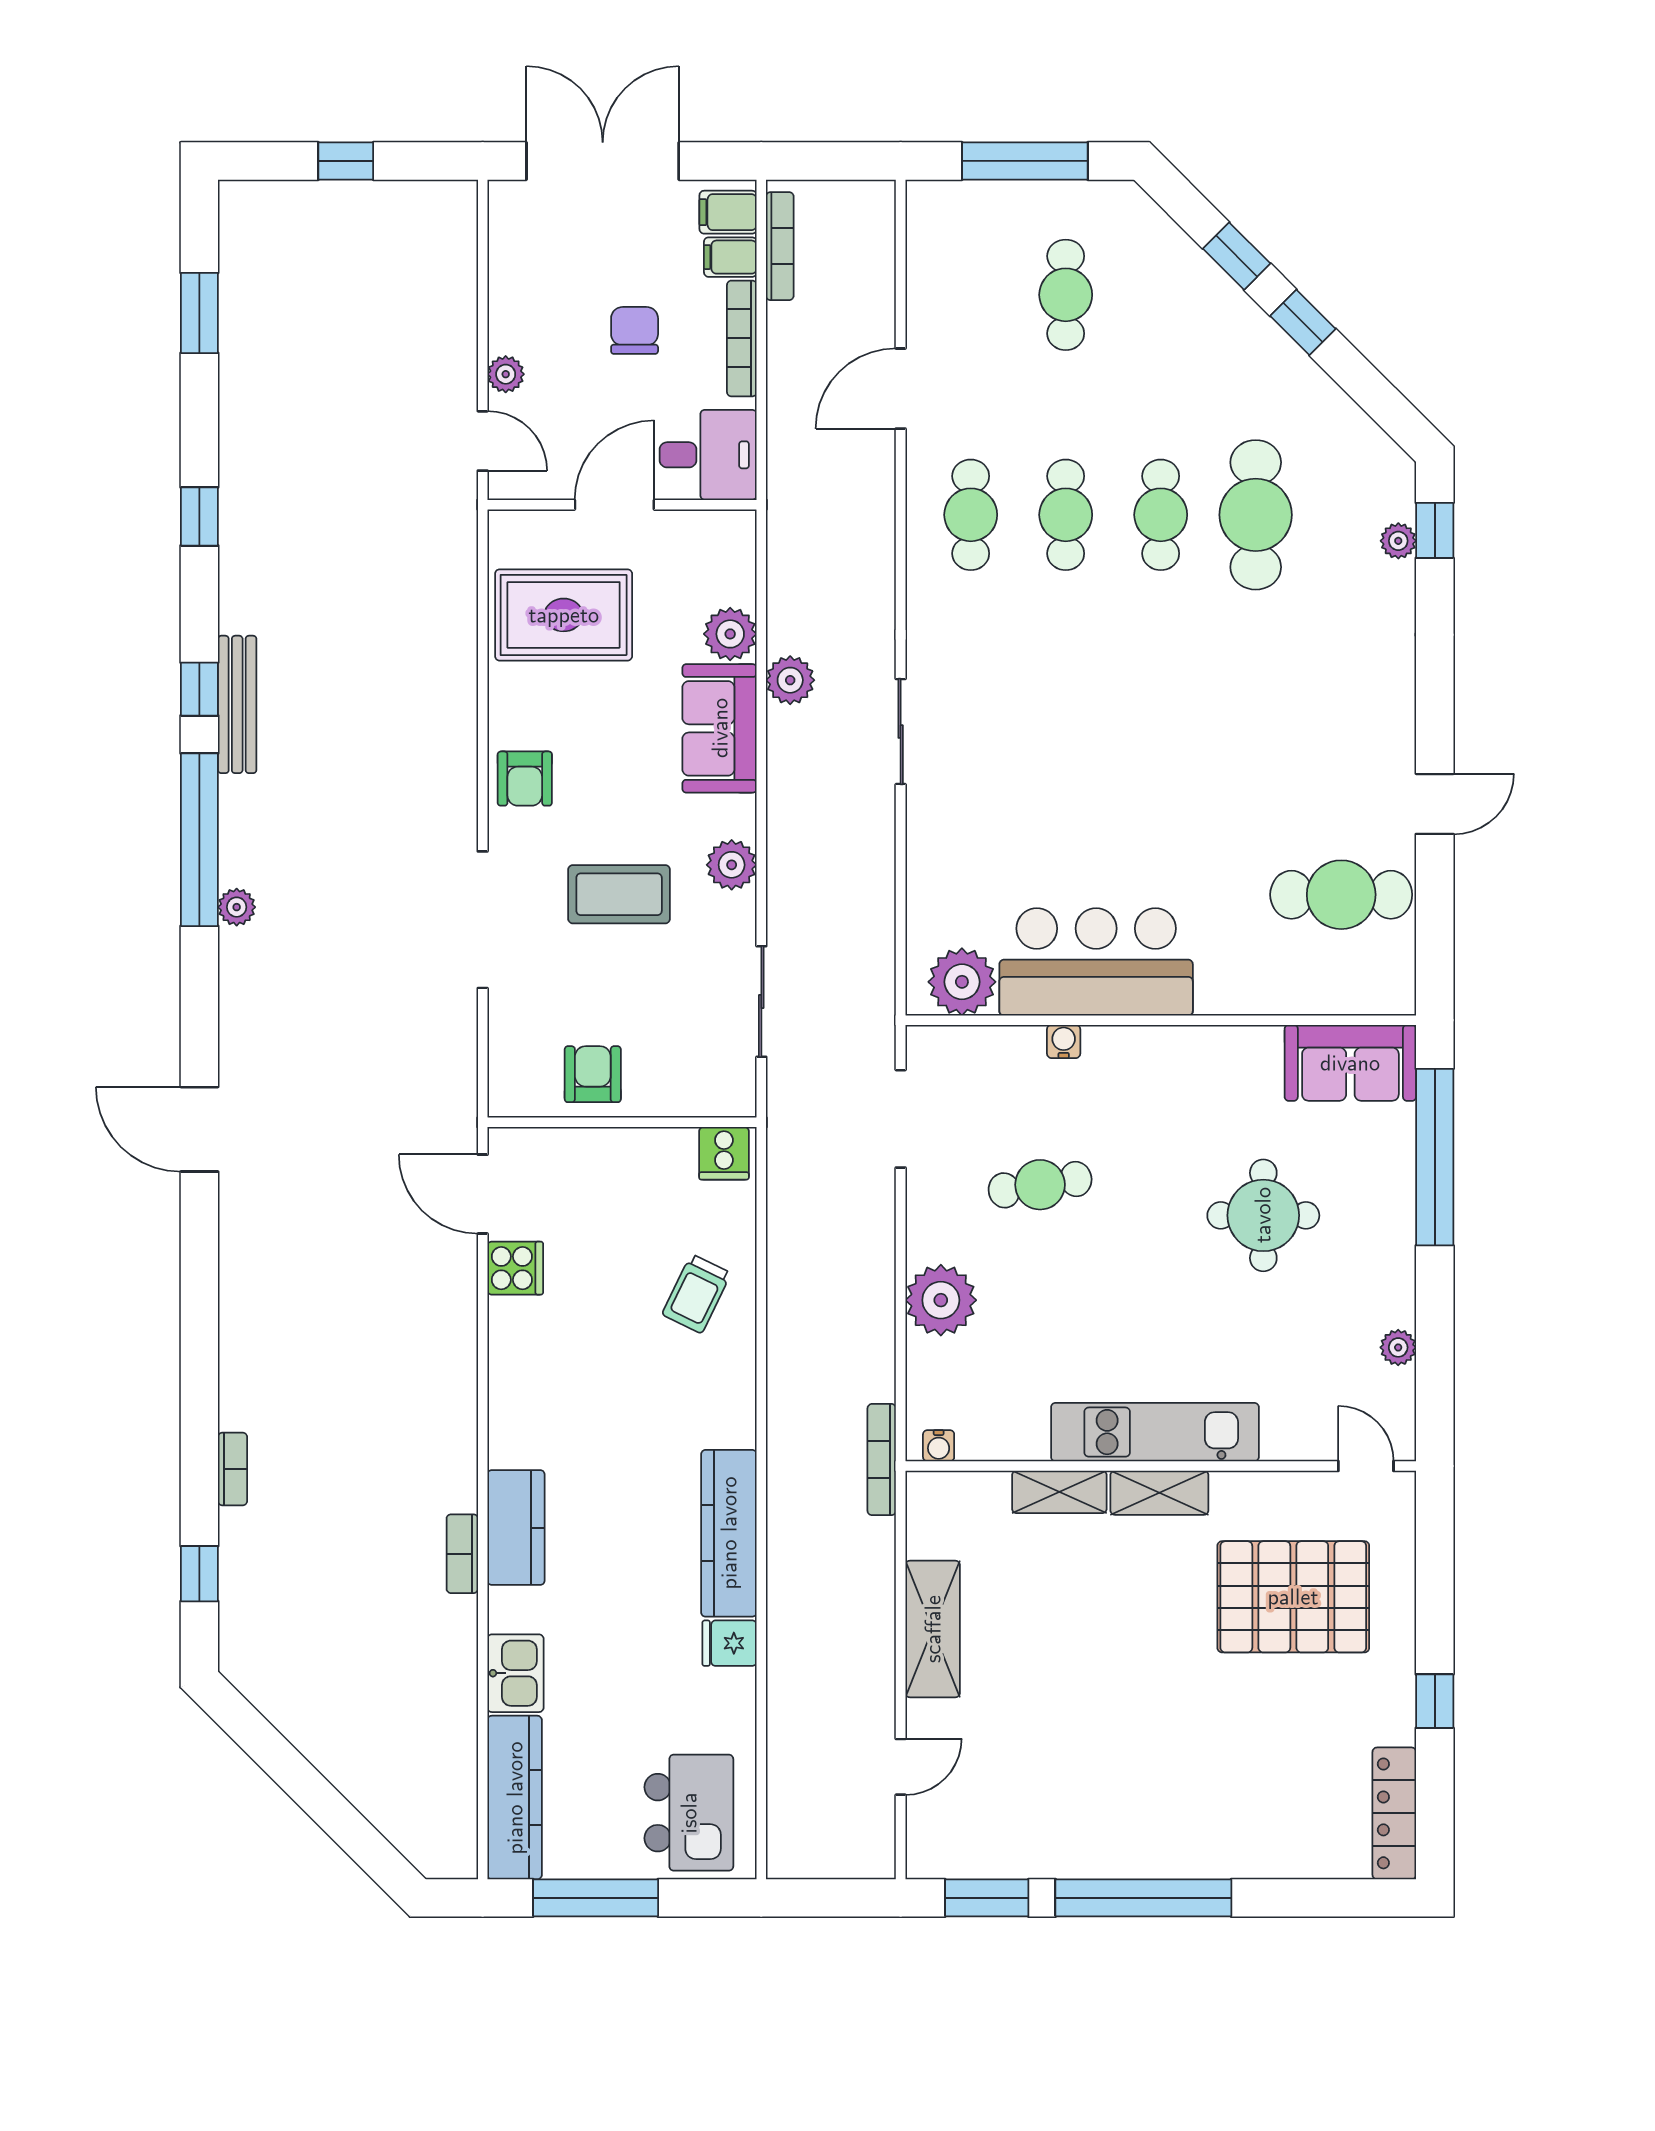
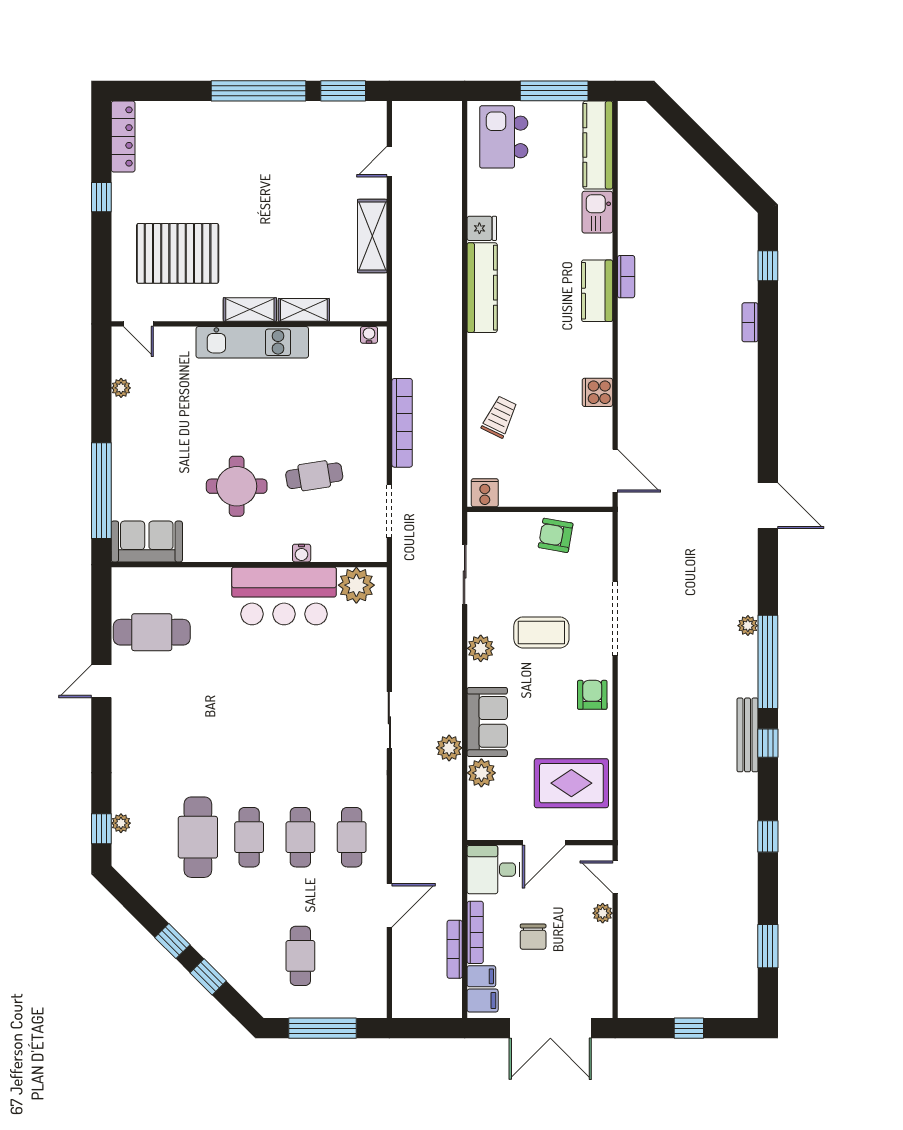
bookcase: (780, 246) -> (455, 949), moved
armchair: (593, 1074) -> (556, 535), turned 100
round table: (1263, 1215) -> (237, 486), moved
cooker: (515, 1268) -> (597, 392), moved
plant: (941, 1300) -> (368, 413), removed
bookcase: (882, 1460) -> (402, 423), moved, width x1.48, depth x1.31

